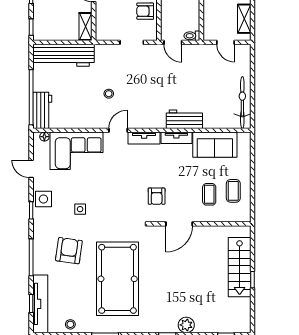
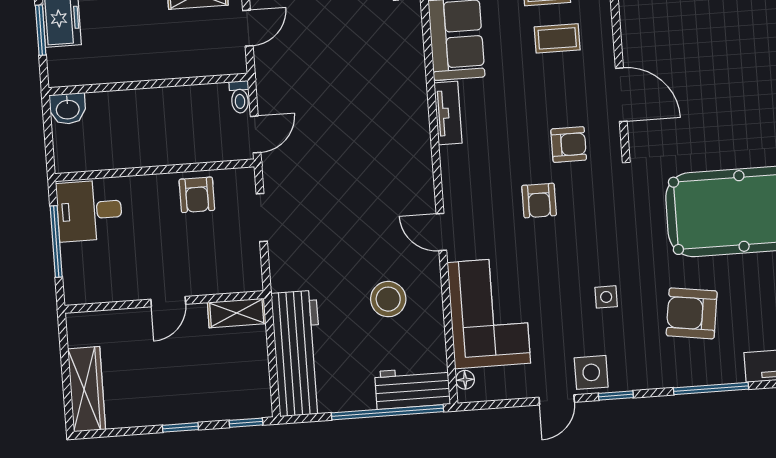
stool: (109, 94) -> (388, 299), moved, width x1.89, depth x1.89
workbench: (184, 119) -> (409, 100), removed
tv unit: (144, 138) -> (453, 178), removed
door: (31, 169) -> (557, 400), moved
armchair: (130, 180) -> (539, 201), added

